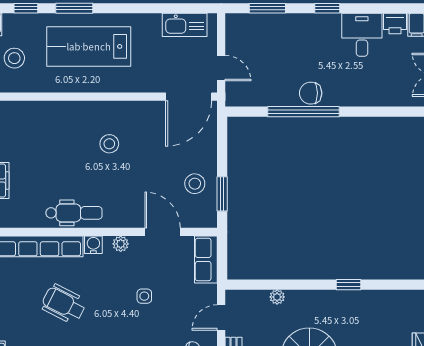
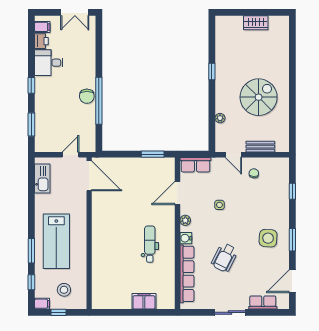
stool: (109, 144) -> (120, 228), removed
stool: (195, 184) -> (146, 172), removed
dental chair: (74, 213) -> (150, 244), moved

